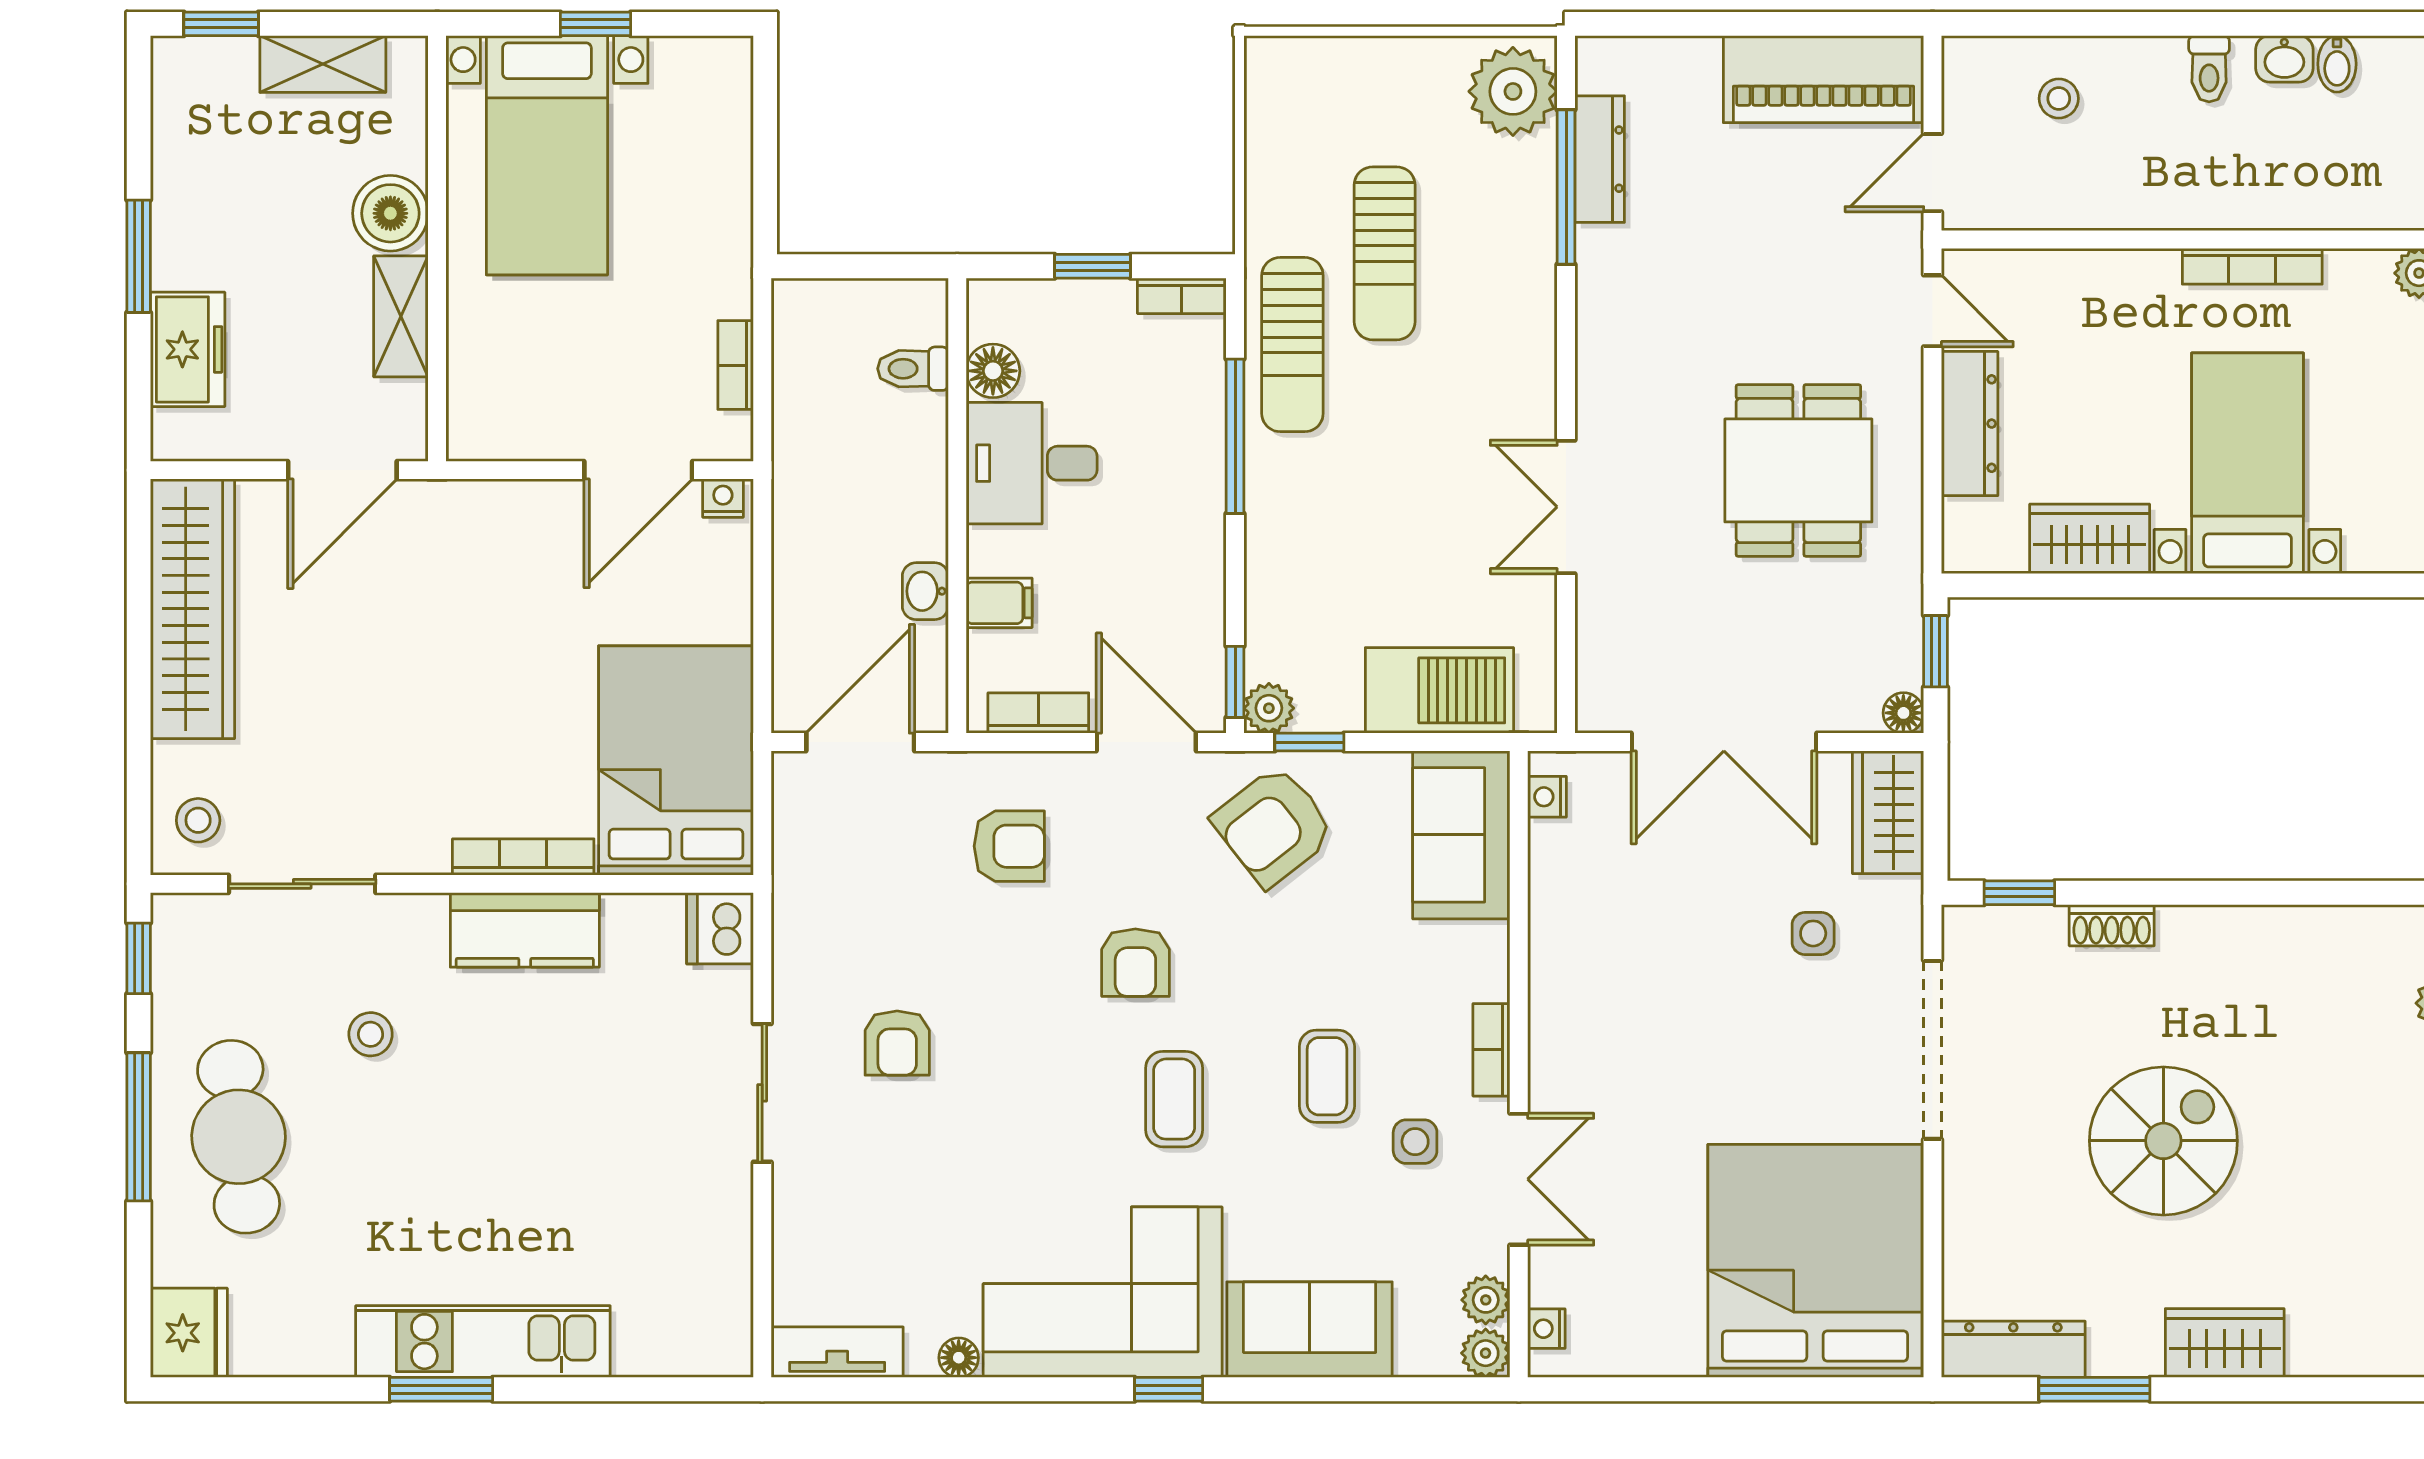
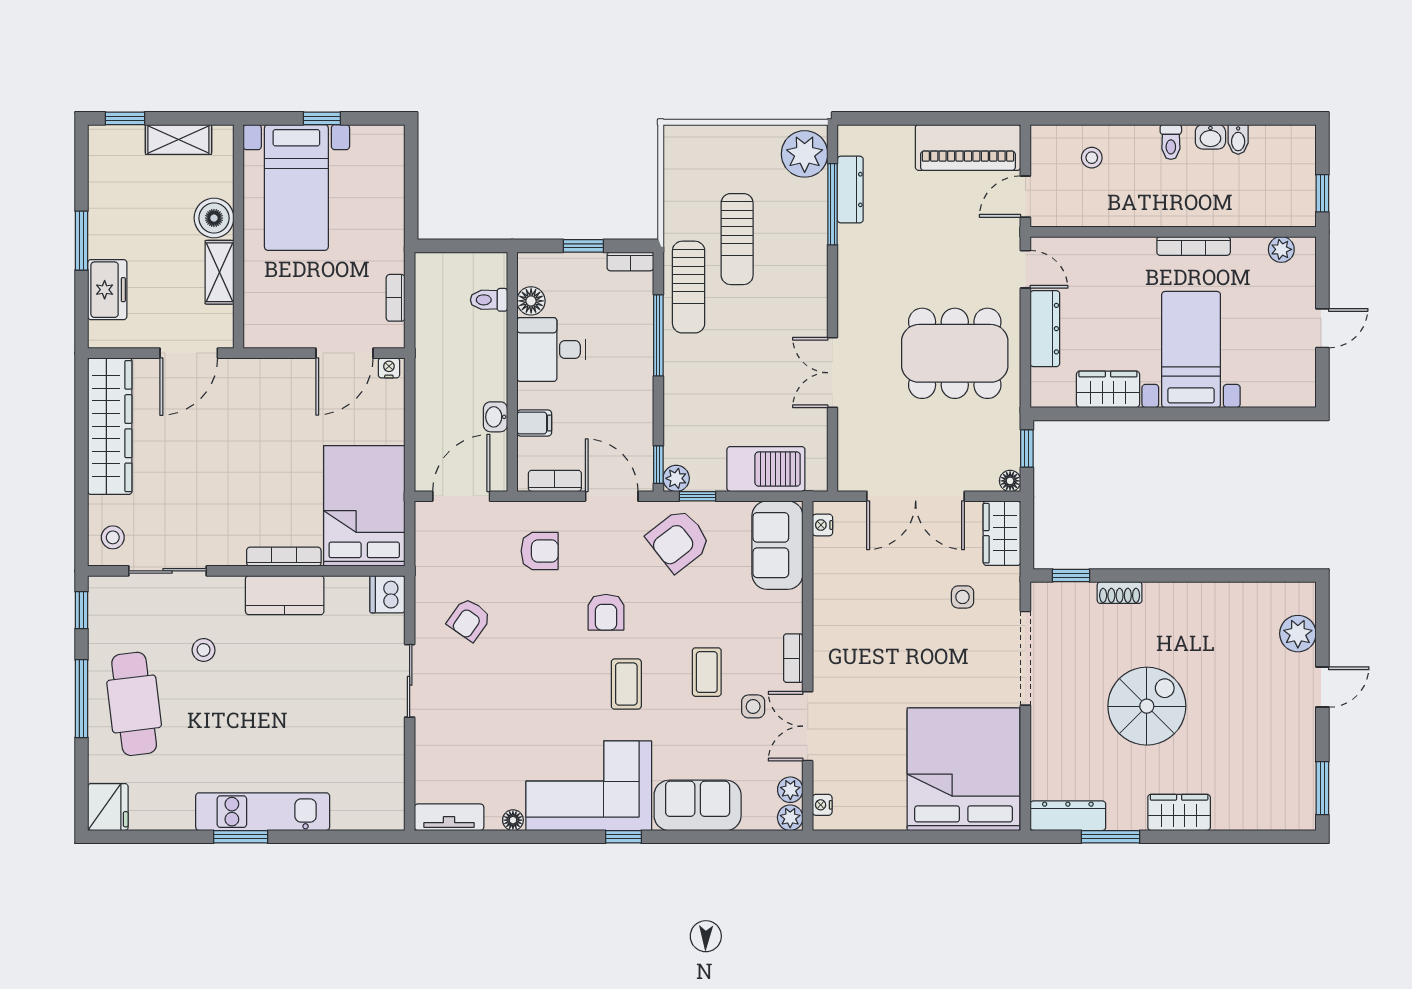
dining table: (1798, 470) -> (955, 353), width x1.38
armchair: (897, 1043) -> (469, 620), moved, turned 35
double door: (1519, 1179) -> (808, 726), swing flipped

